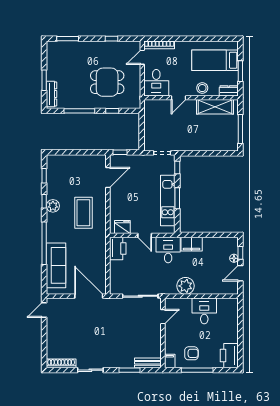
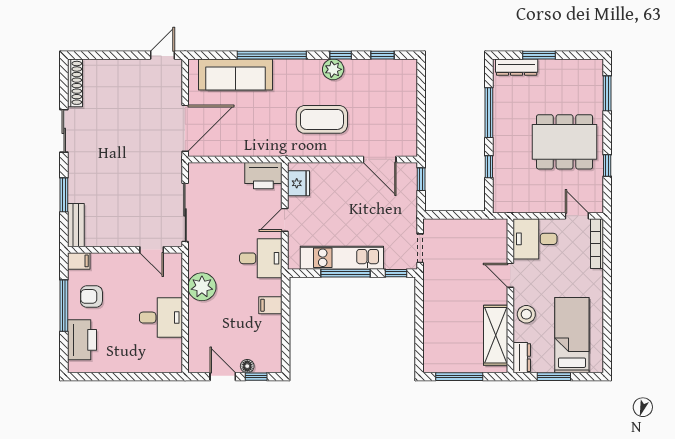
dining table: (107, 82) -> (565, 142), moved, width x1.38
window: (177, 198) -> (346, 273), width x1.44
filing cabinet: (192, 244) -> (270, 305), width x0.50
door: (44, 310) -> (162, 55), hinge flipped
armchair: (191, 353) -> (91, 296), turned 90
printer: (229, 356) -> (82, 340), moved, turned 90

